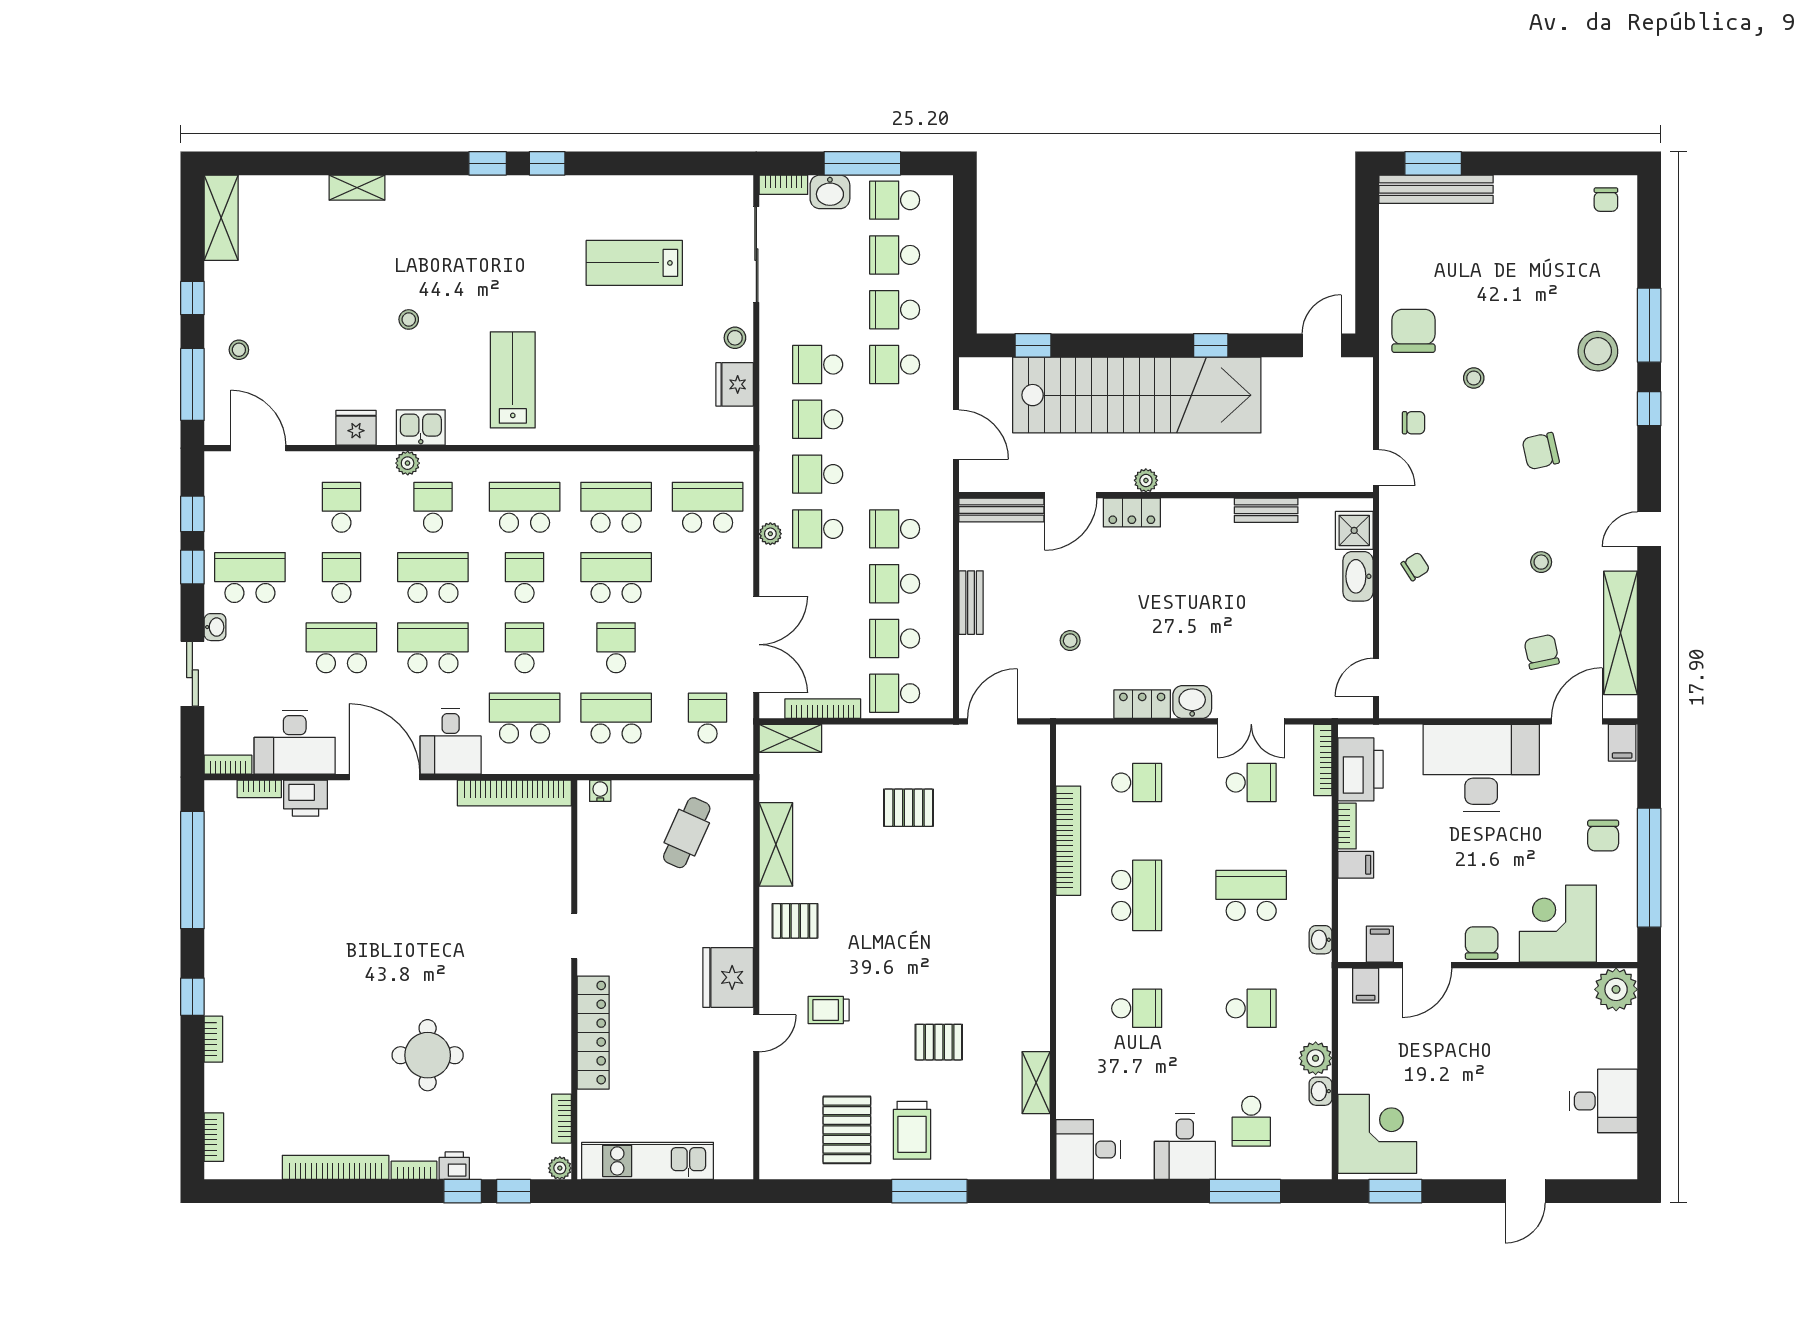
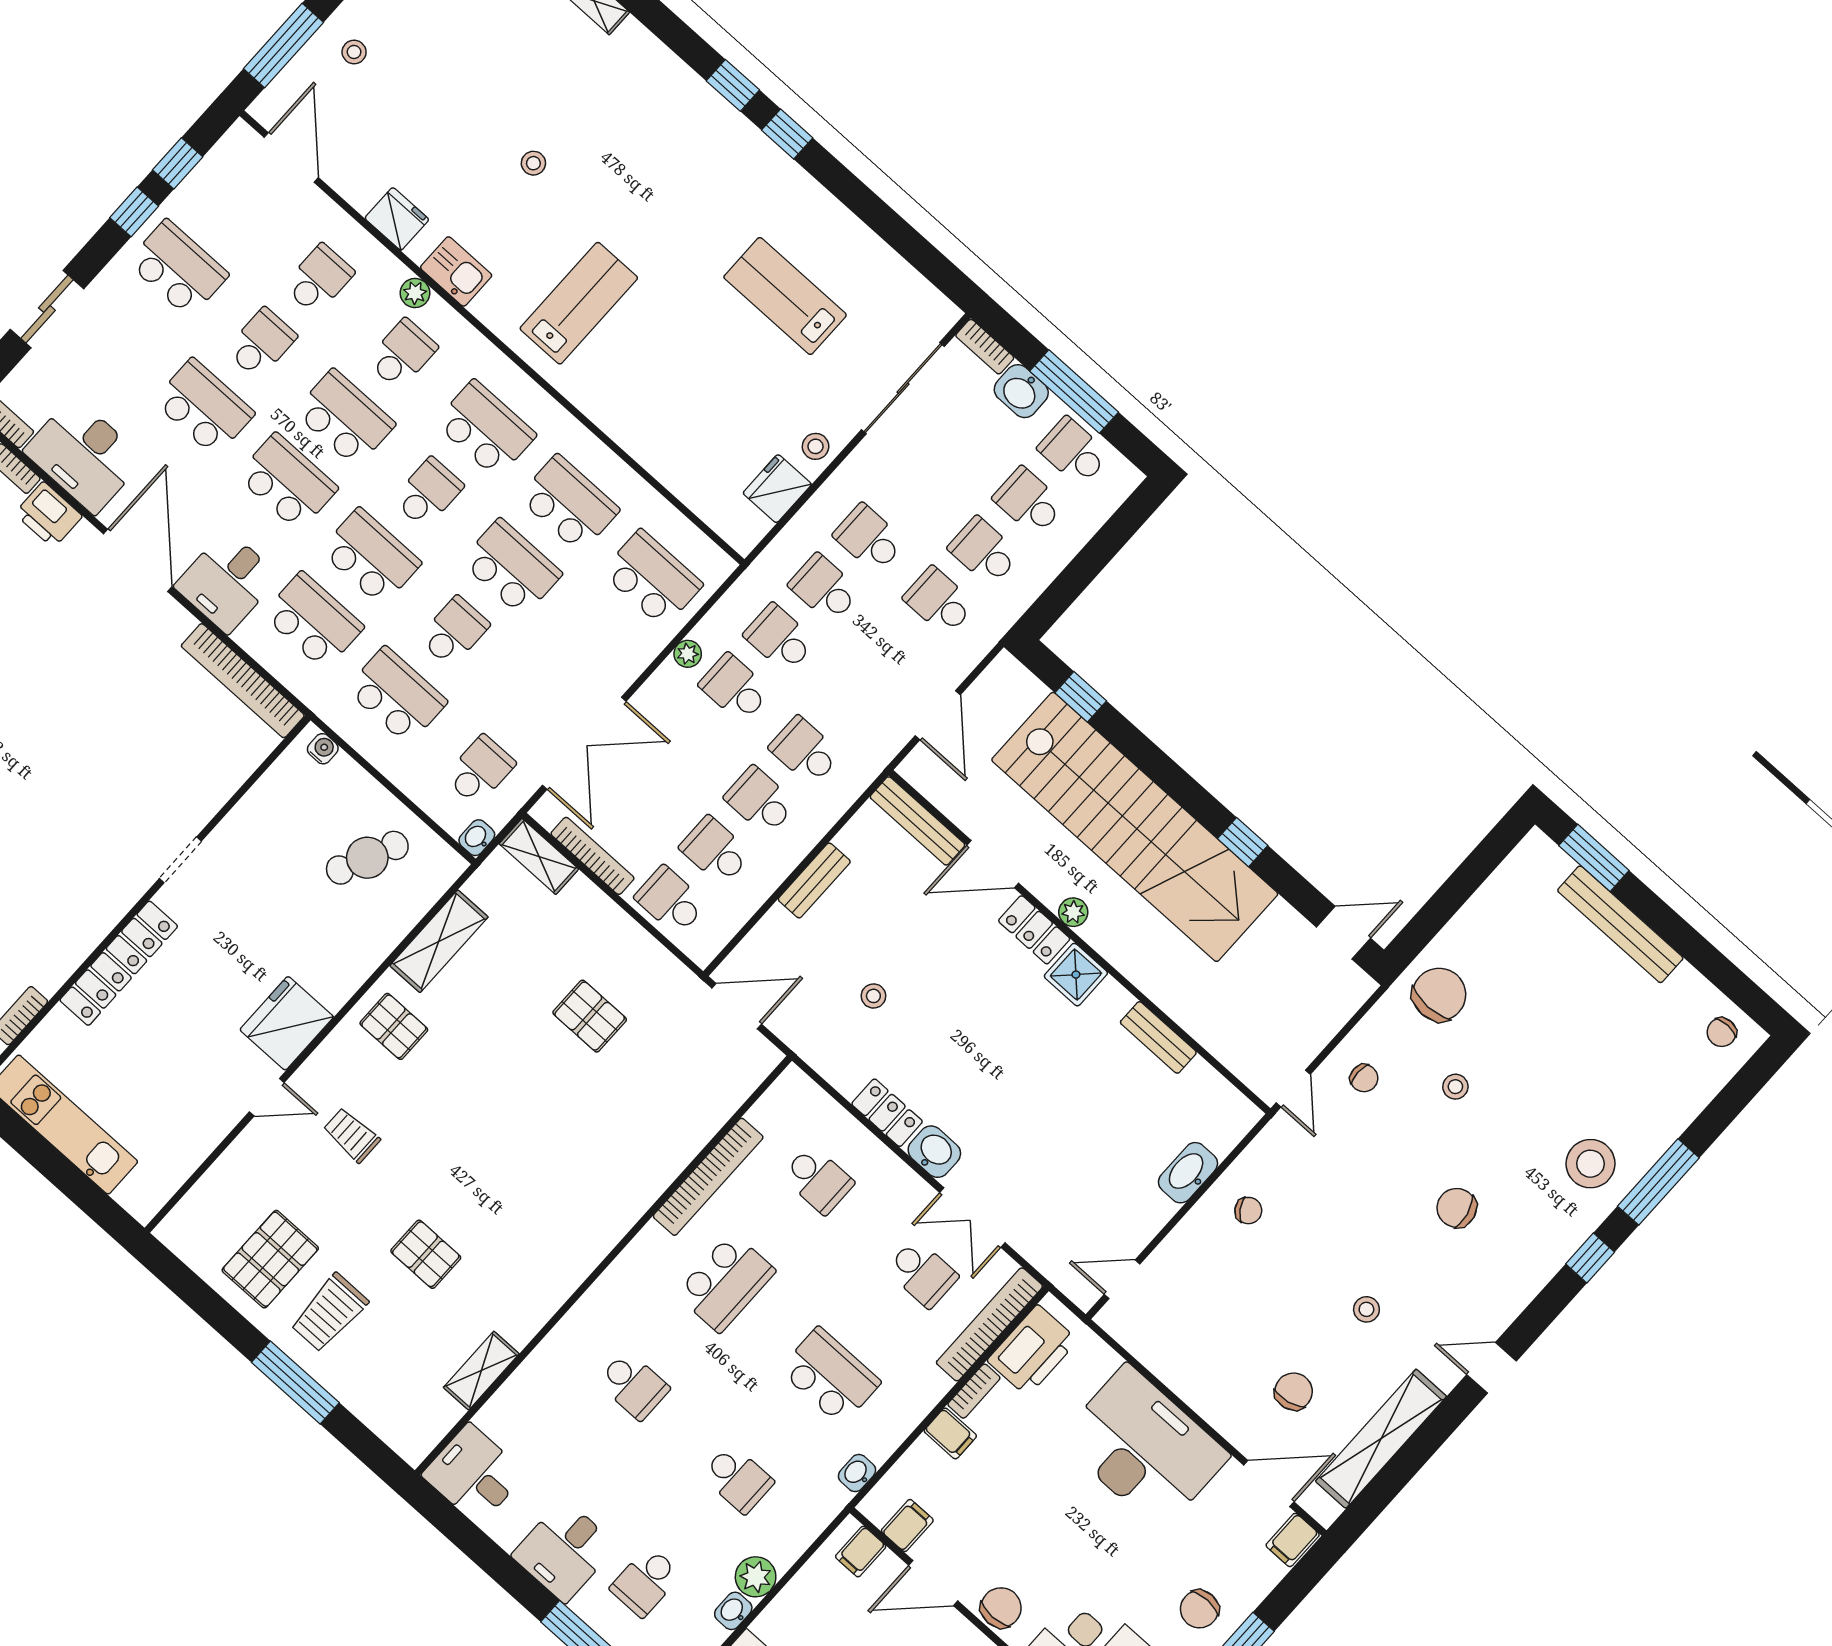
bench: (1436, 189) -> (1620, 924), moved
shower: (1354, 530) -> (1076, 975), moved
washbasin: (215, 627) -> (477, 838), moved, turned 180
school desk: (525, 648) -> (371, 557), width x1.85
bookcase: (1323, 760) -> (989, 1324), width x1.48, depth x1.31

